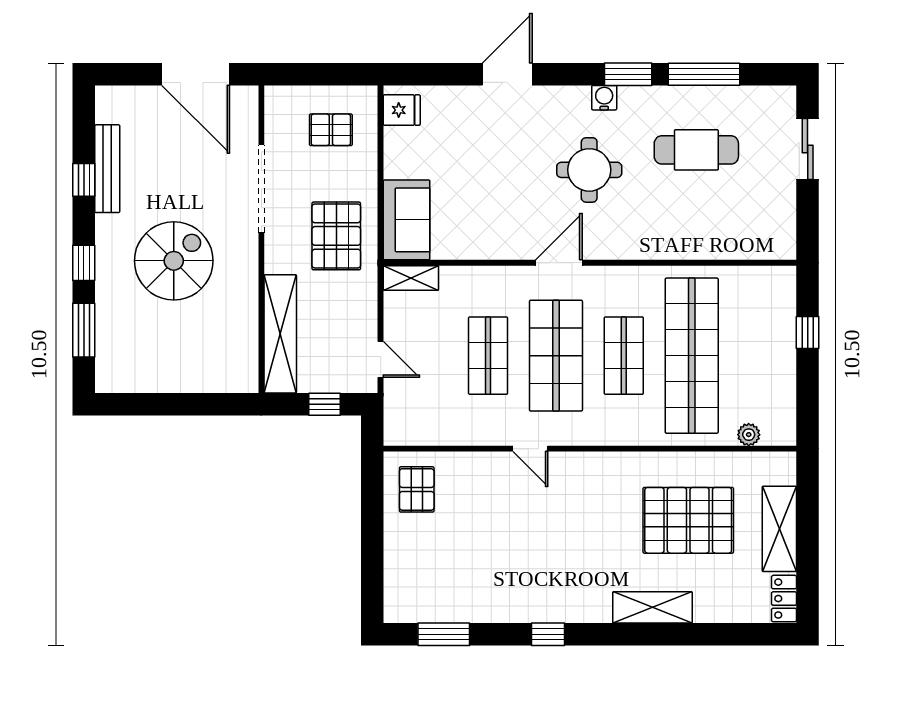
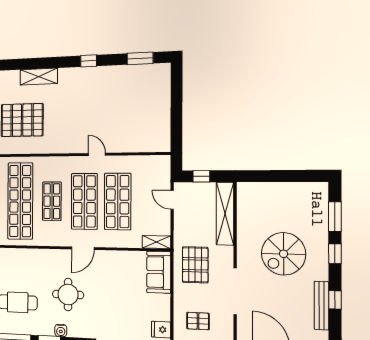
shop shelf: (488, 356) -> (118, 202), width x1.43, depth x1.36
pallet: (417, 489) -> (154, 132), removed

